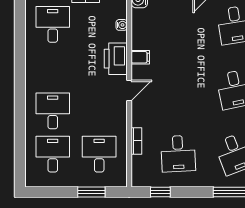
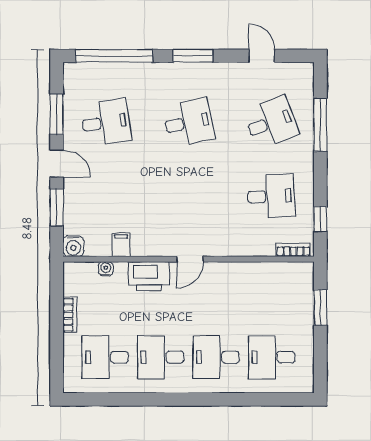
filing cabinet: (140, 57) -> (121, 245), moved
door: (129, 91) -> (190, 259), swing flipped
bookcase: (136, 141) -> (293, 250), moved
desk: (99, 154) -> (161, 357), moved

